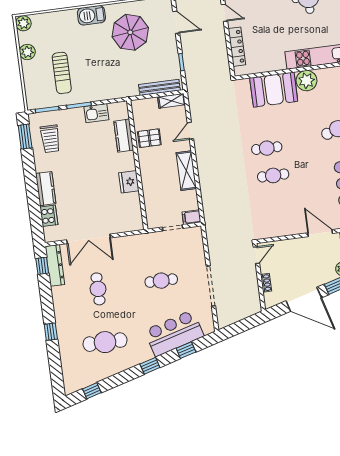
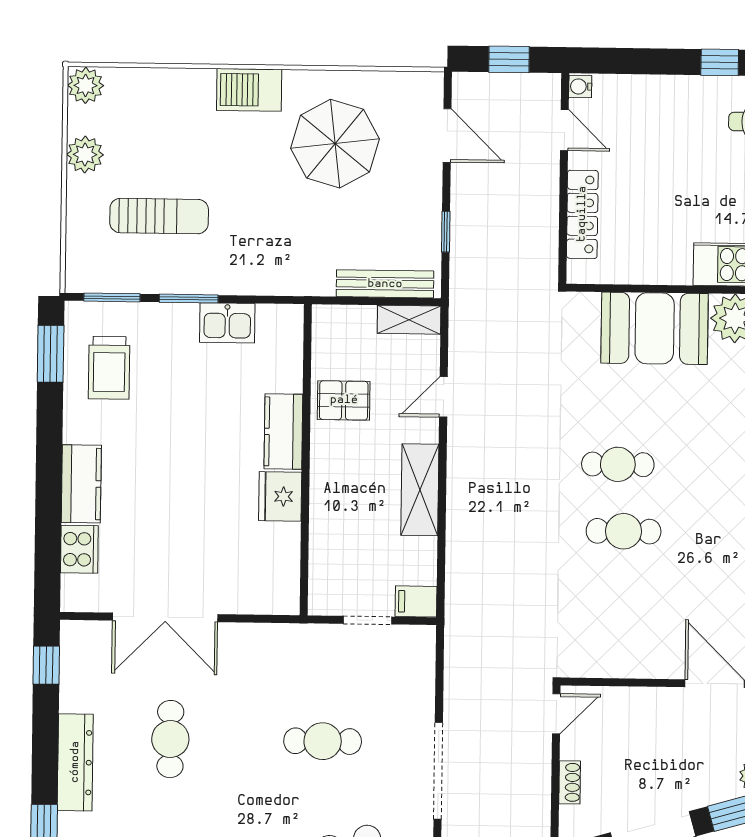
sun lounger: (62, 73) -> (159, 216), turned -90
kitchen counter: (124, 136) -> (283, 432), moved
dresser: (55, 265) -> (75, 762), moved

